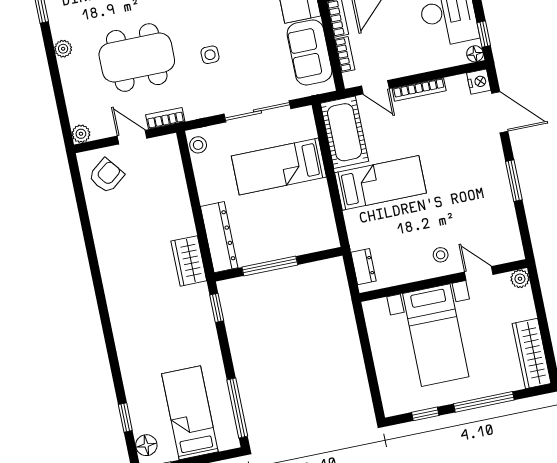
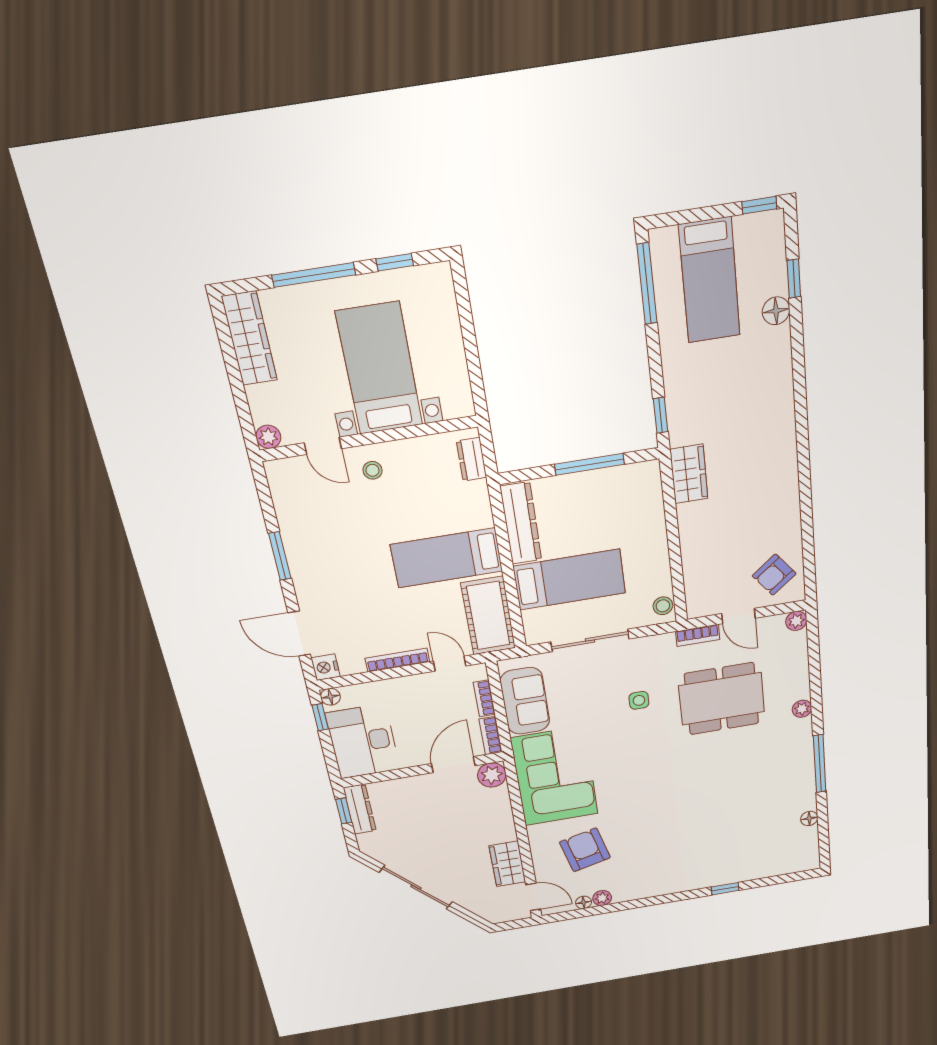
dresser: (219, 237) -> (521, 523), moved, turned 180
floor lamp: (146, 445) -> (776, 311), moved

